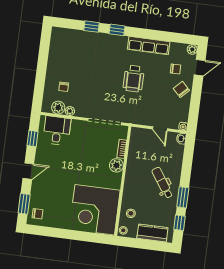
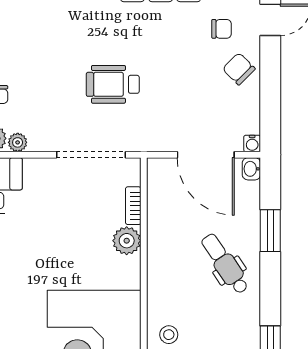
wheelchair: (134, 79) -> (113, 84), moved, turned 90
door: (160, 129) -> (206, 155), width x1.87
window: (183, 197) -> (270, 231), moved

